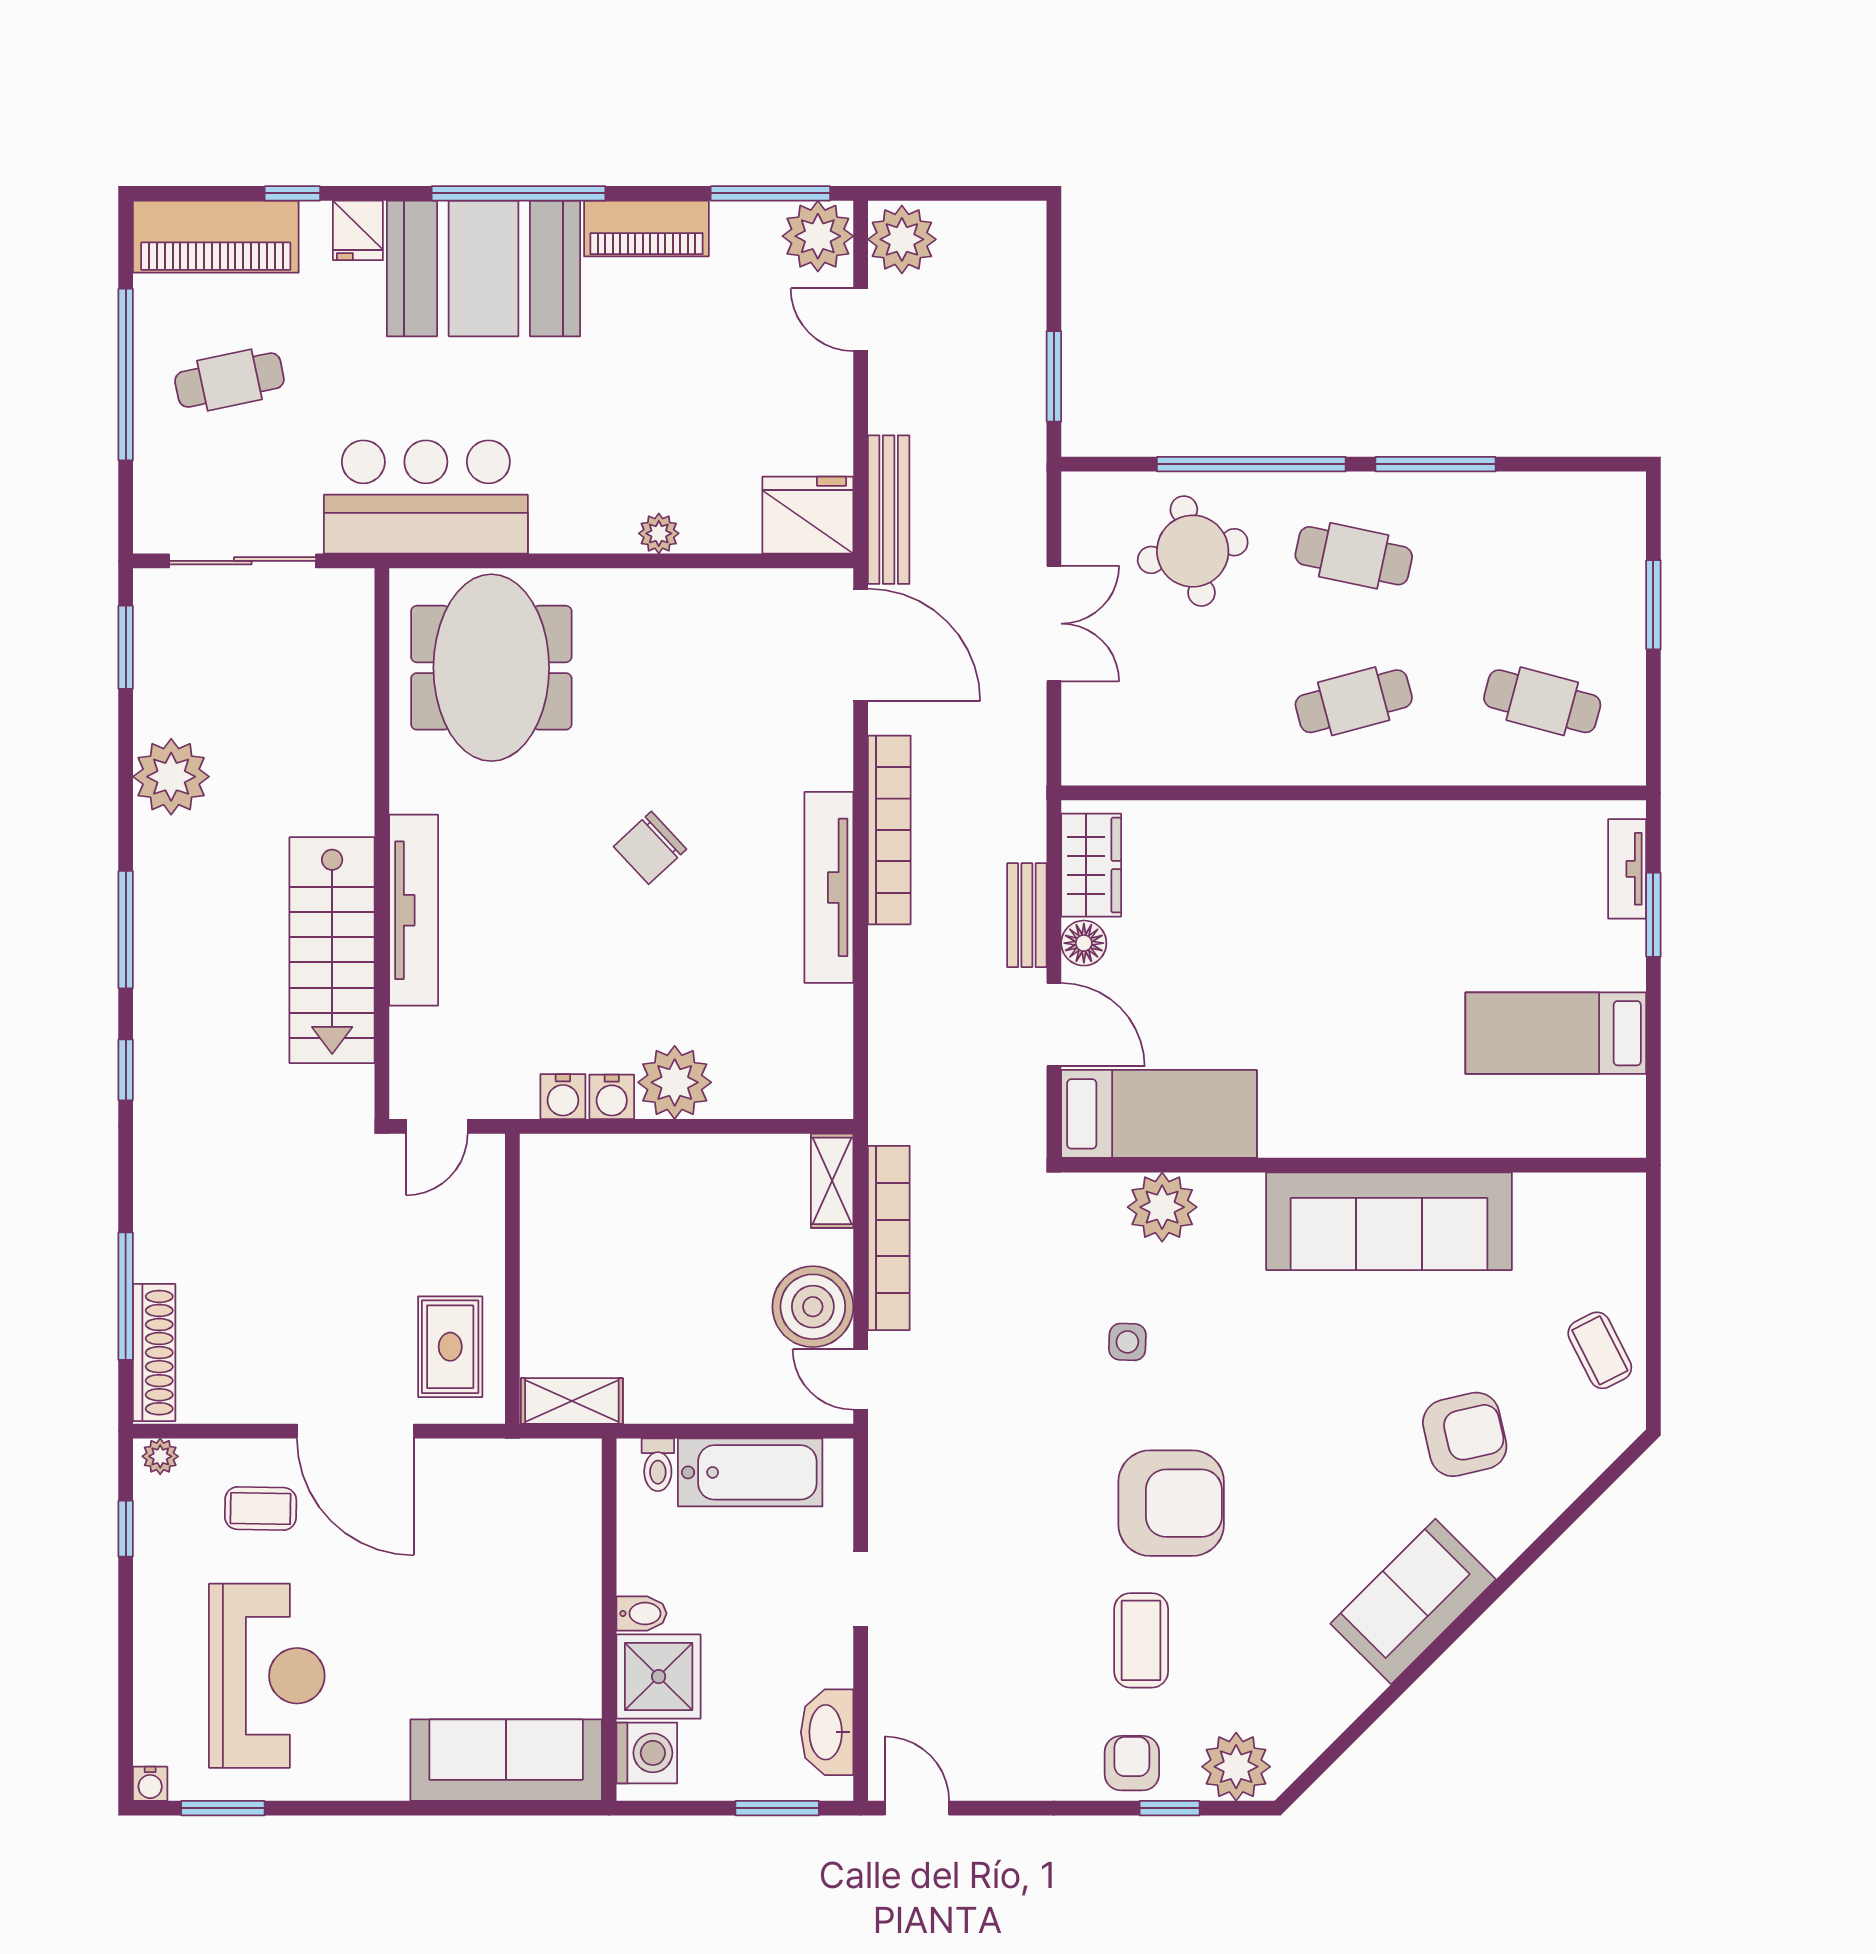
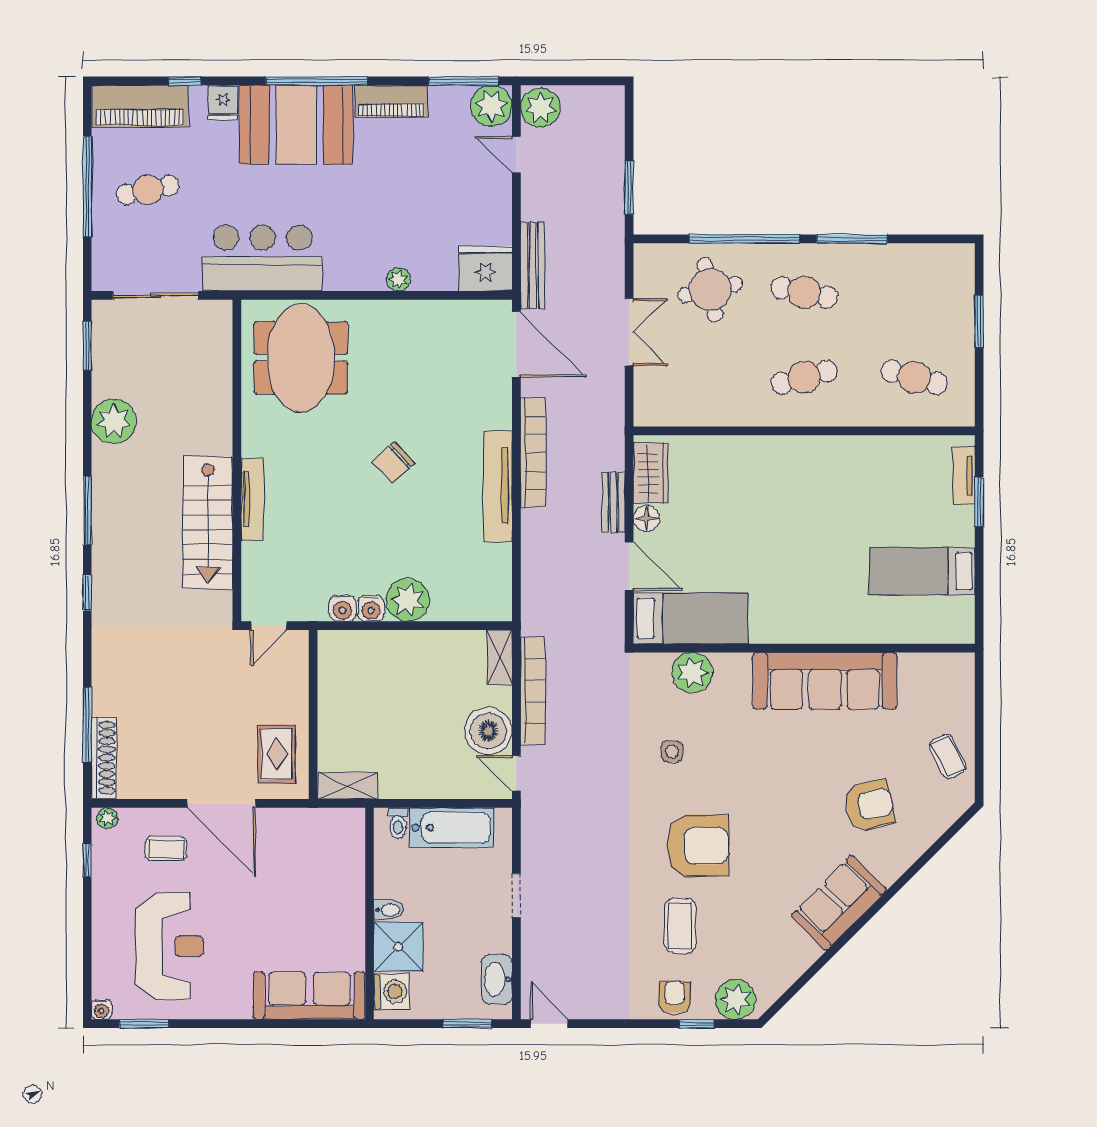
tv unit: (414, 910) -> (252, 499), width x0.73, depth x0.78

